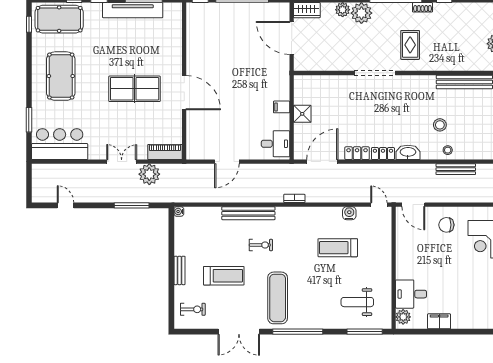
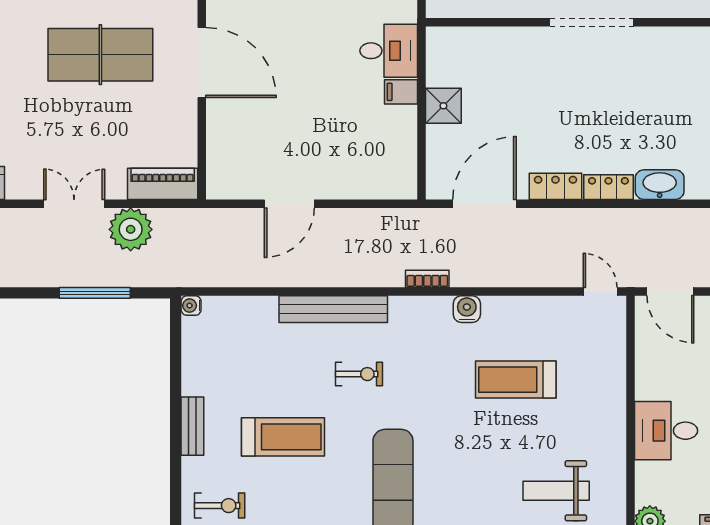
desk: (276, 144) -> (389, 51), moved
water cooler: (349, 213) -> (467, 309), moved
desk: (411, 294) -> (666, 431), moved

